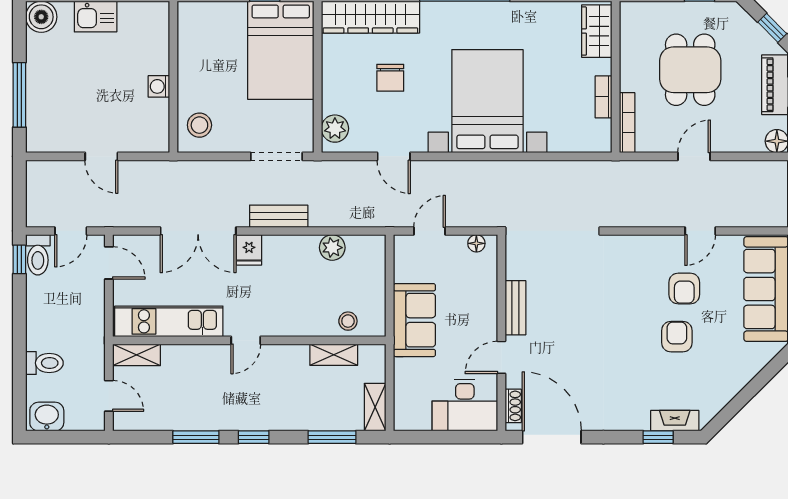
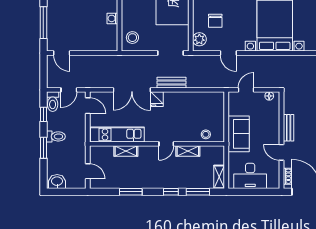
chair: (390, 78) -> (215, 21), moved
door: (101, 156) -> (62, 53), moved
plant: (332, 248) -> (198, 98), removed
window: (19, 259) -> (43, 114), moved
door: (246, 340) -> (166, 144), moved
window: (19, 348) -> (43, 148), added
shelving: (136, 355) -> (126, 151), moved
shelving: (334, 355) -> (188, 151), moved
door: (501, 357) -> (282, 152), hinge flipped
toilet: (44, 363) -> (56, 136), moved
desk: (465, 405) -> (250, 176), moved
window: (254, 437) -> (171, 192), moved

